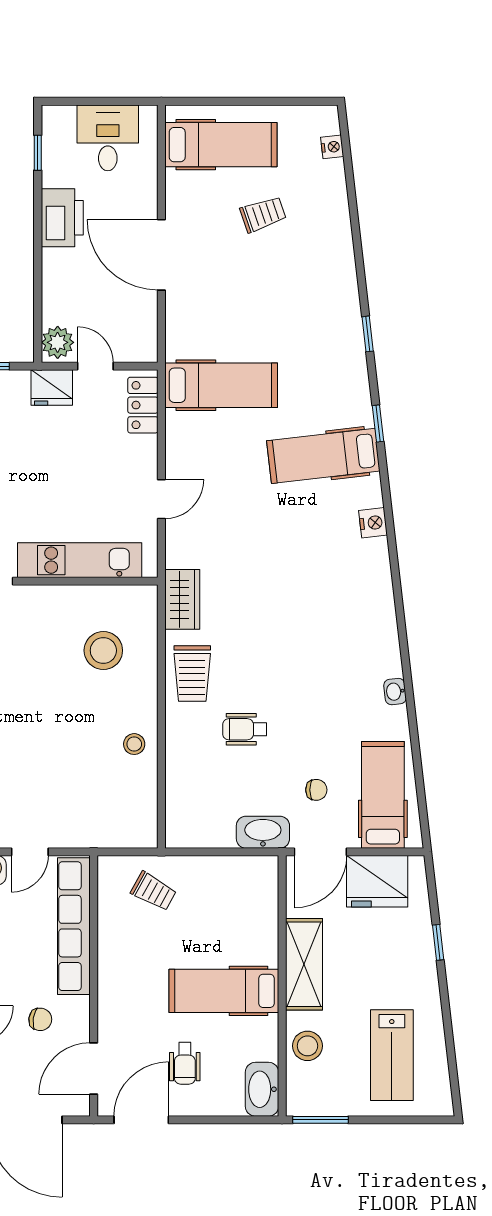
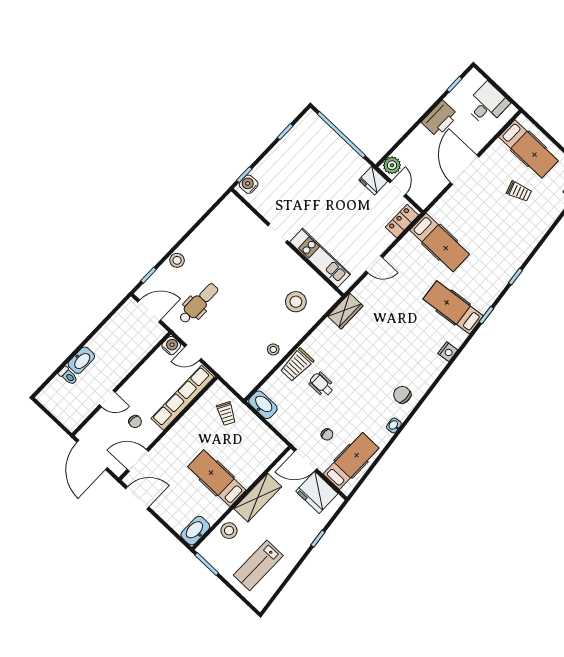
chair: (367, 639) -> (402, 395), added
trolley: (192, 673) -> (297, 365), moved
washbasin: (263, 832) -> (263, 405), moved
wheelchair: (185, 1063) -> (175, 492), removed

